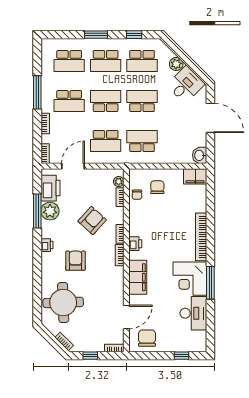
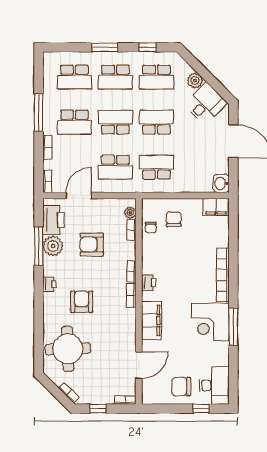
armchair: (92, 221) -> (92, 245), moved, turned -132
desk: (193, 313) -> (214, 385), moved
chair: (147, 338) -> (181, 387), moved, turned -90

